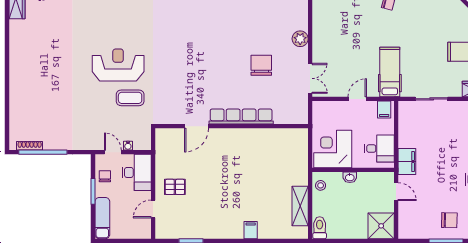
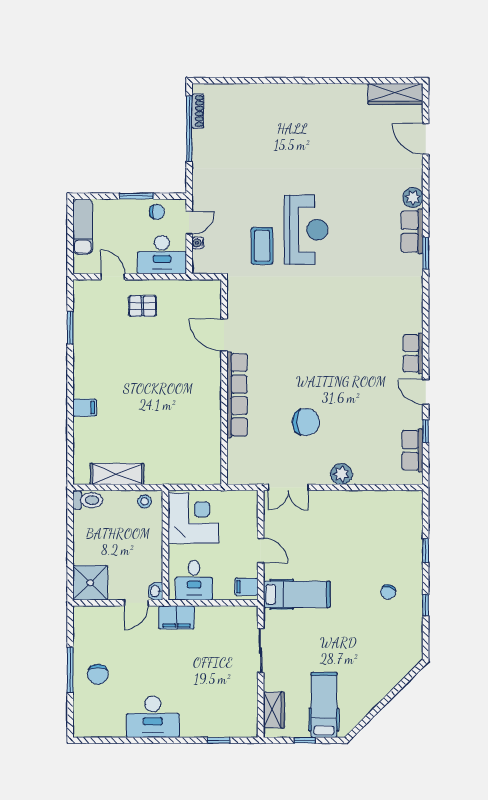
washbasin: (350, 177) -> (155, 591), moved
pallet: (175, 187) -> (142, 306), turned 90
exam couch: (102, 218) -> (83, 227), moved, turned -90

